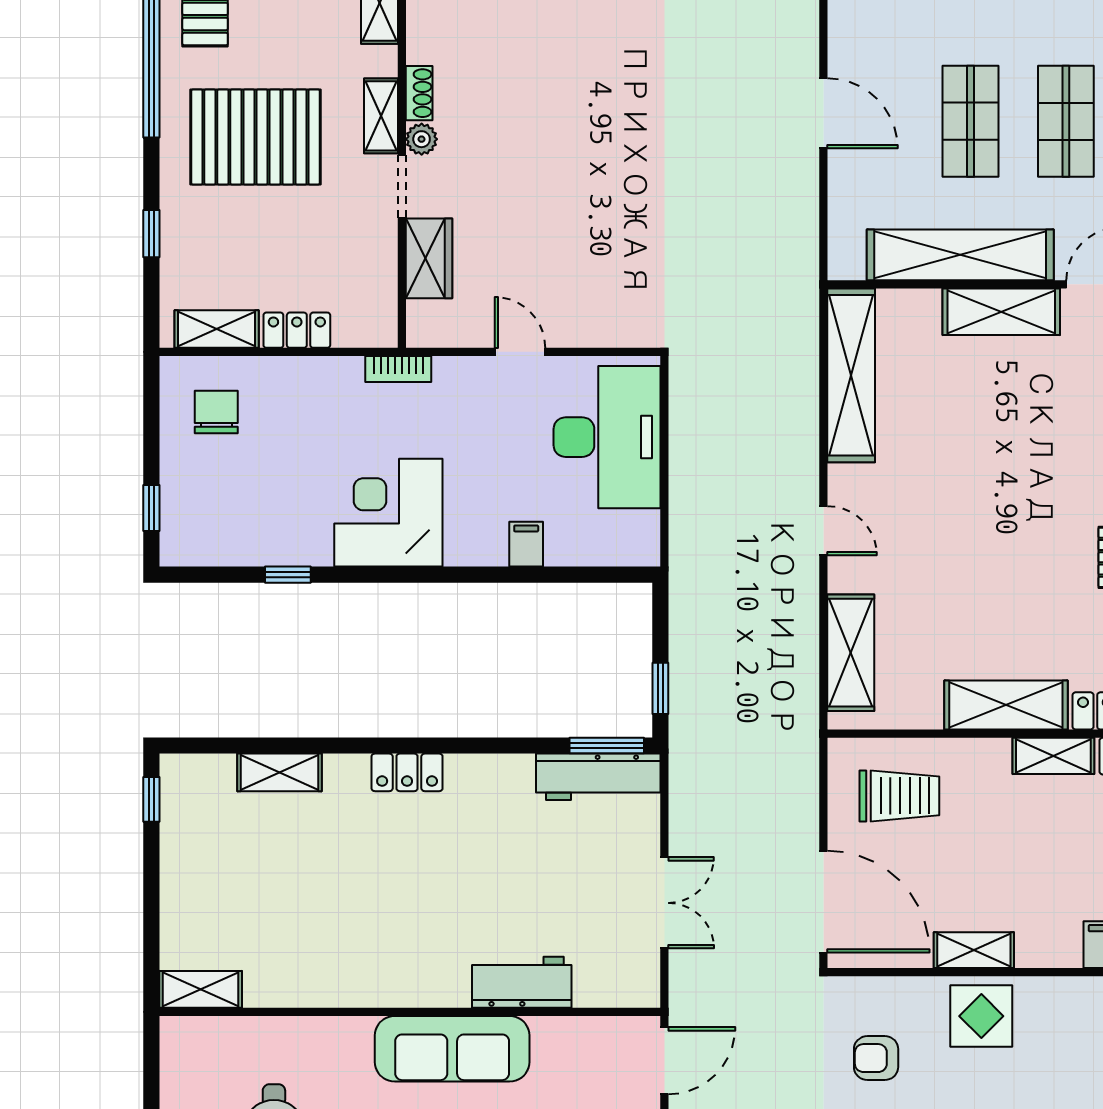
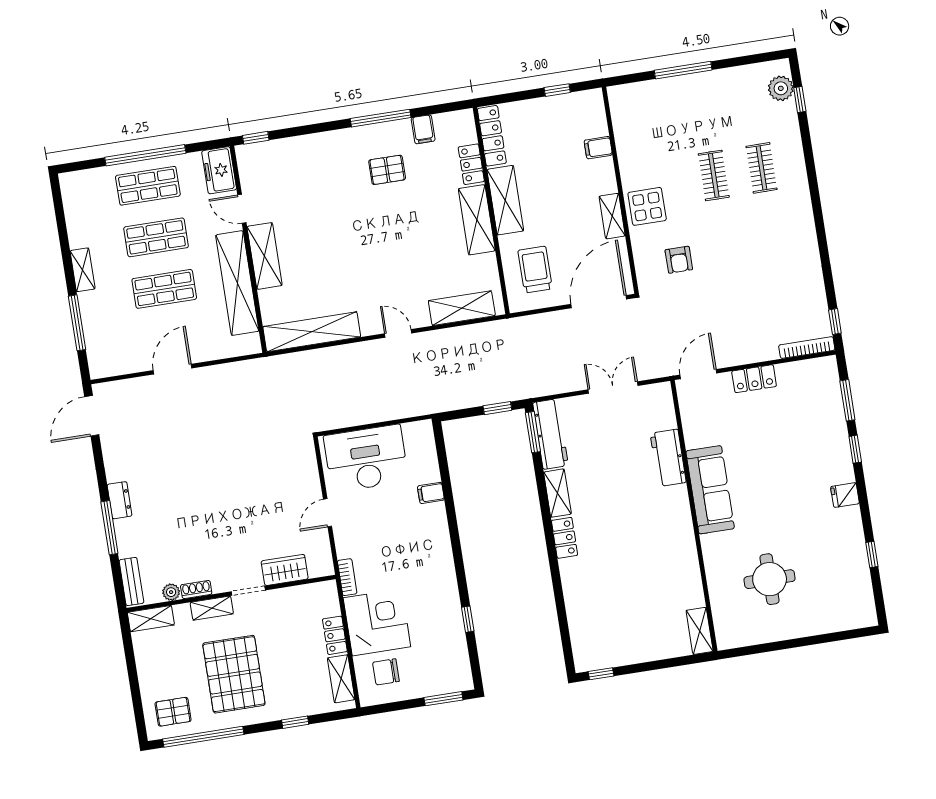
plant: (422, 139) -> (171, 592), moved
window: (151, 508) -> (443, 699), width x1.50
corner desk: (388, 513) -> (377, 622), moved, turned 180
door: (823, 531) -> (398, 333), hinge flipped
shelving: (1053, 756) -> (505, 200), width x1.50, depth x1.33
shelving: (279, 772) -> (557, 493), moved
door: (664, 1061) -> (698, 374), hinge flipped

